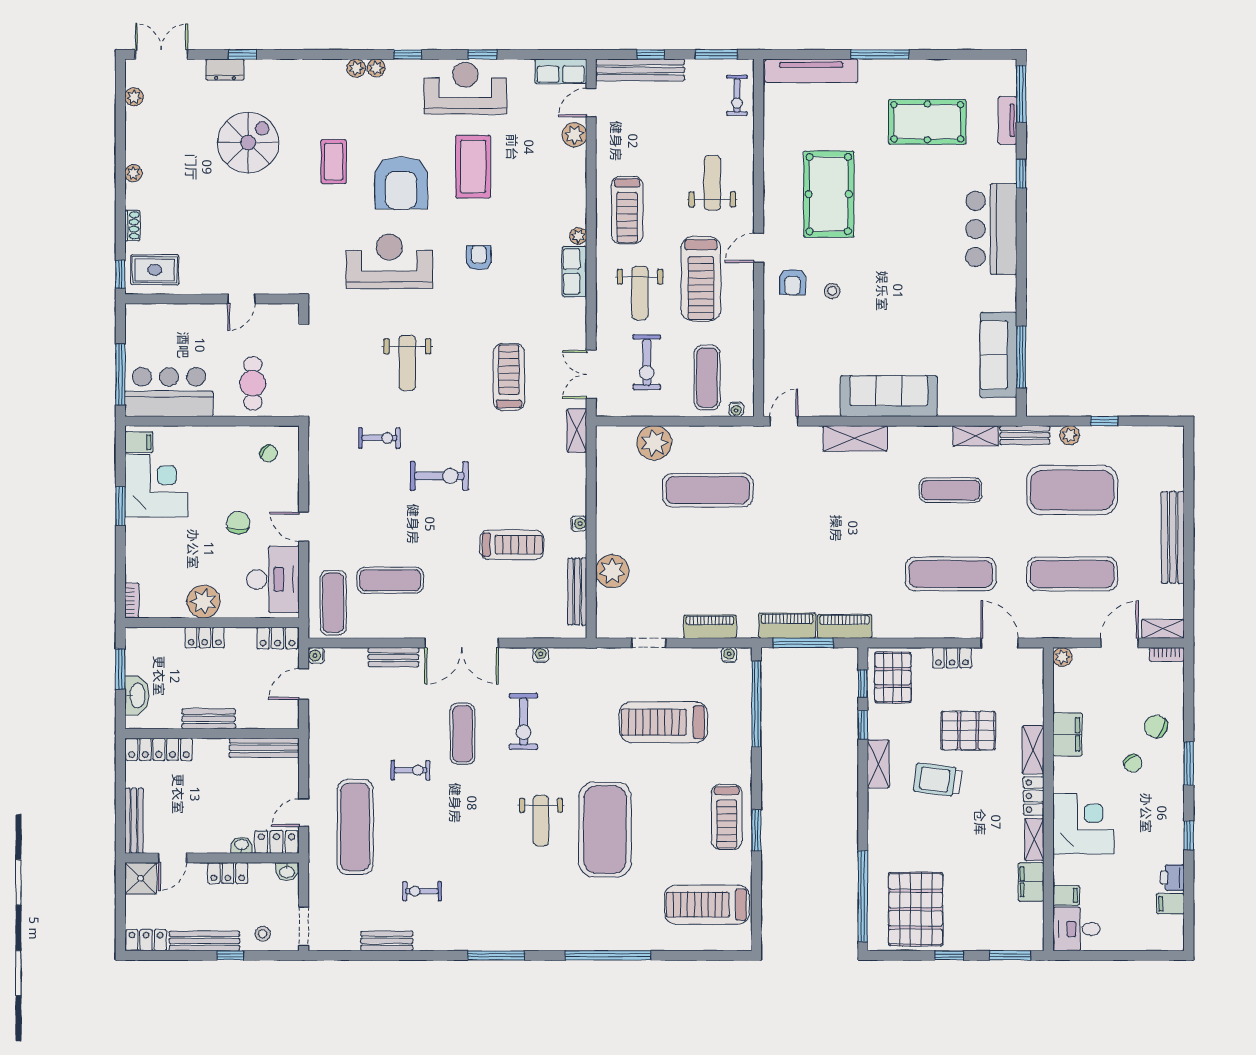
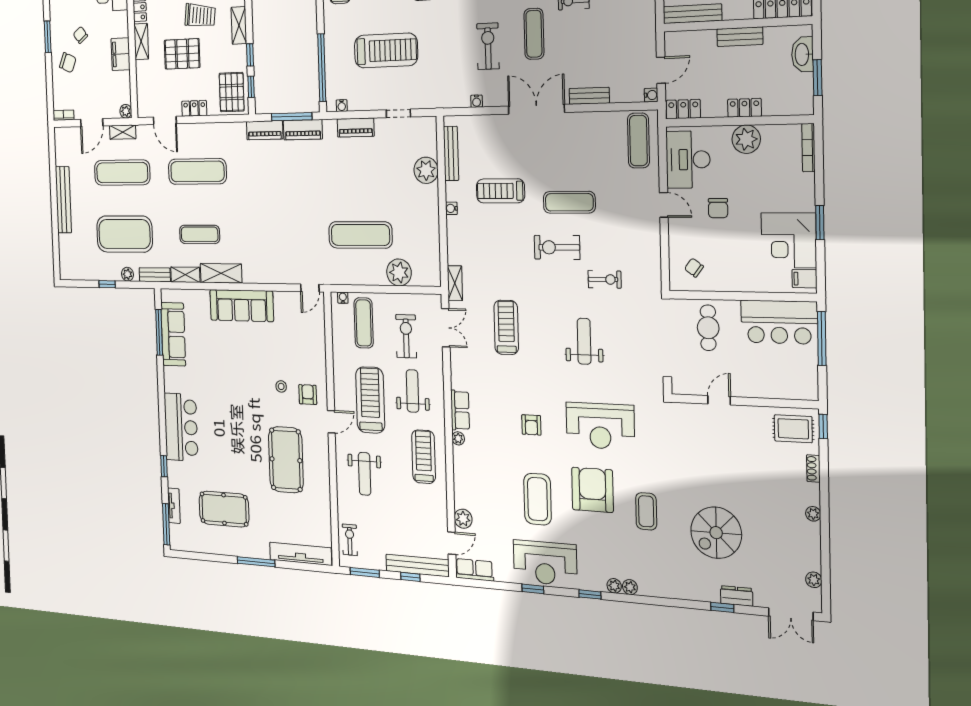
treadmill: (509, 377) -> (506, 327), turned 180
exercise bike: (379, 438) -> (605, 279), turned 180
shelving: (855, 438) -> (221, 273), moved
exercise mat: (390, 580) -> (569, 202), moved
bookcase: (132, 601) -> (808, 148), width x1.56
shelving: (1163, 629) -> (123, 132), moved

